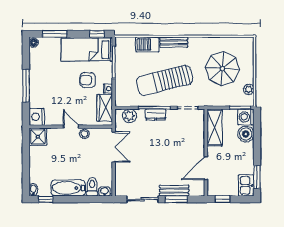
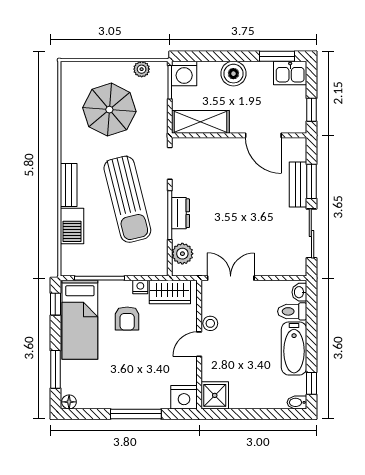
boiler: (246, 134) -> (233, 74), moved

